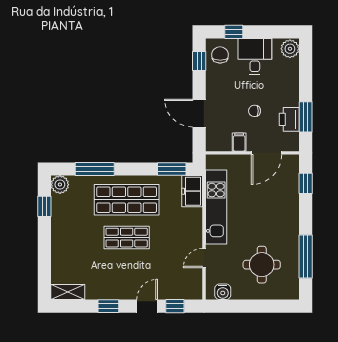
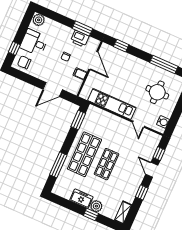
window: (199, 61) -> (22, 76), removed
plant: (60, 185) -> (96, 206), moved
freezer: (192, 191) -> (81, 199), moved, turned 180
window: (44, 206) -> (91, 215), moved

